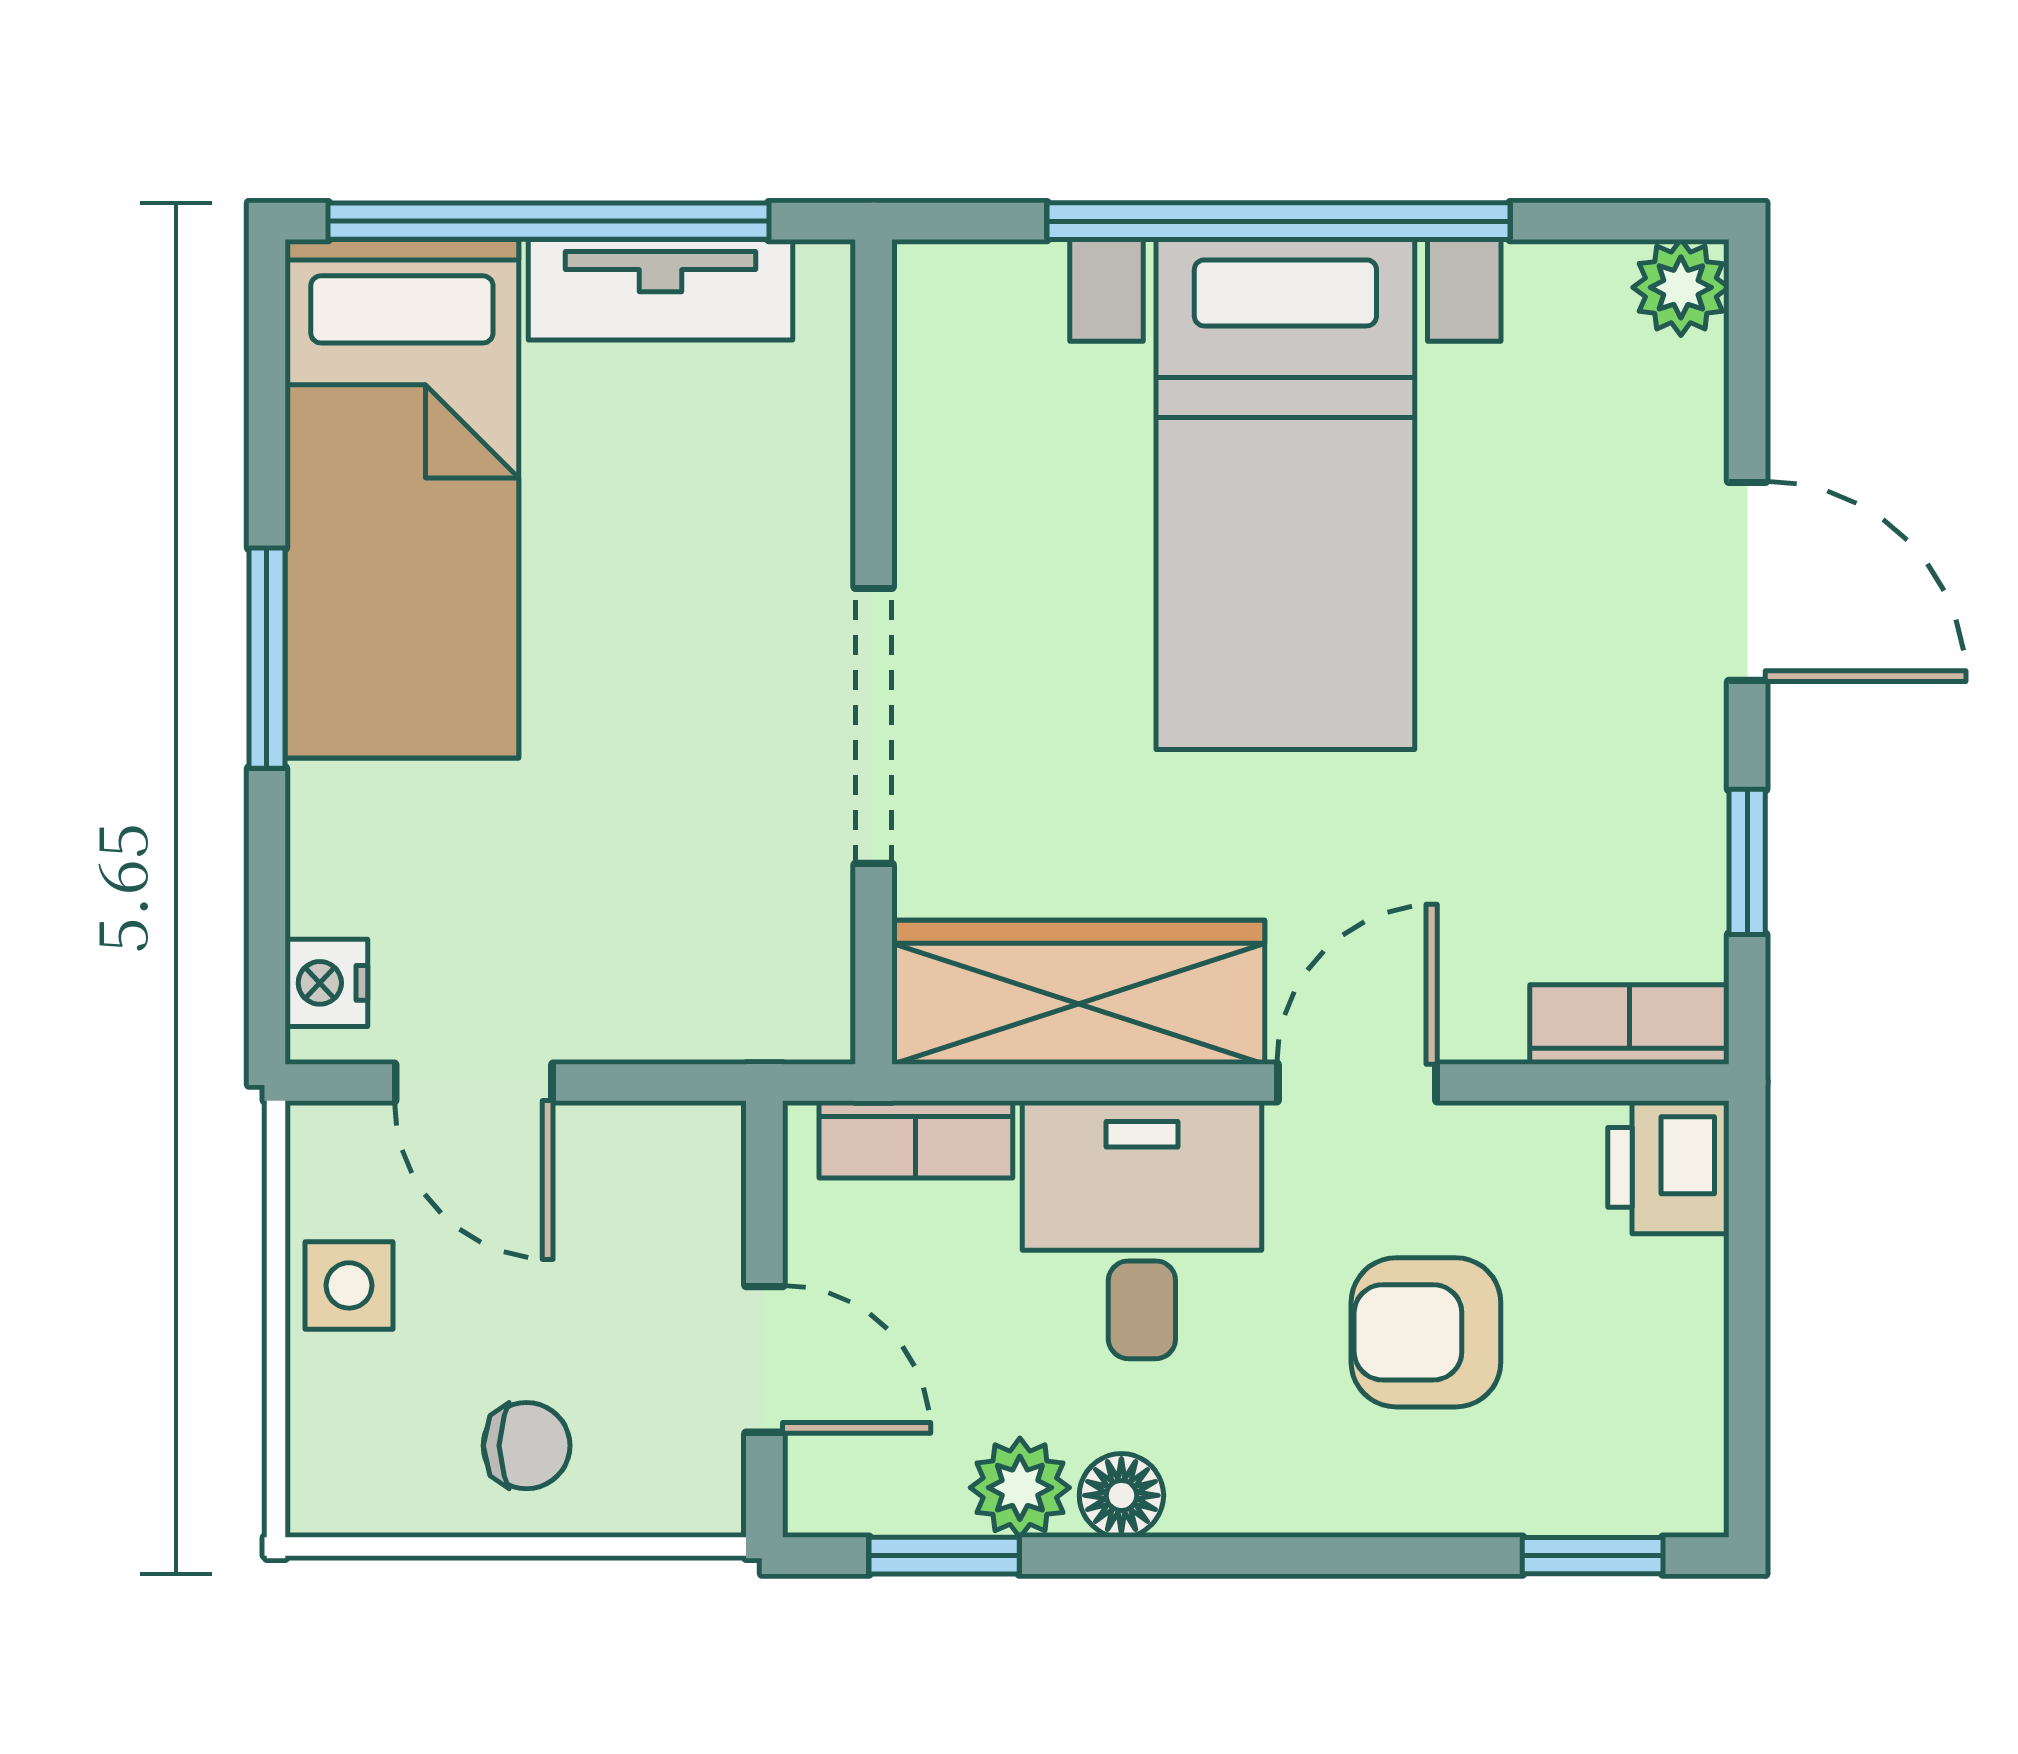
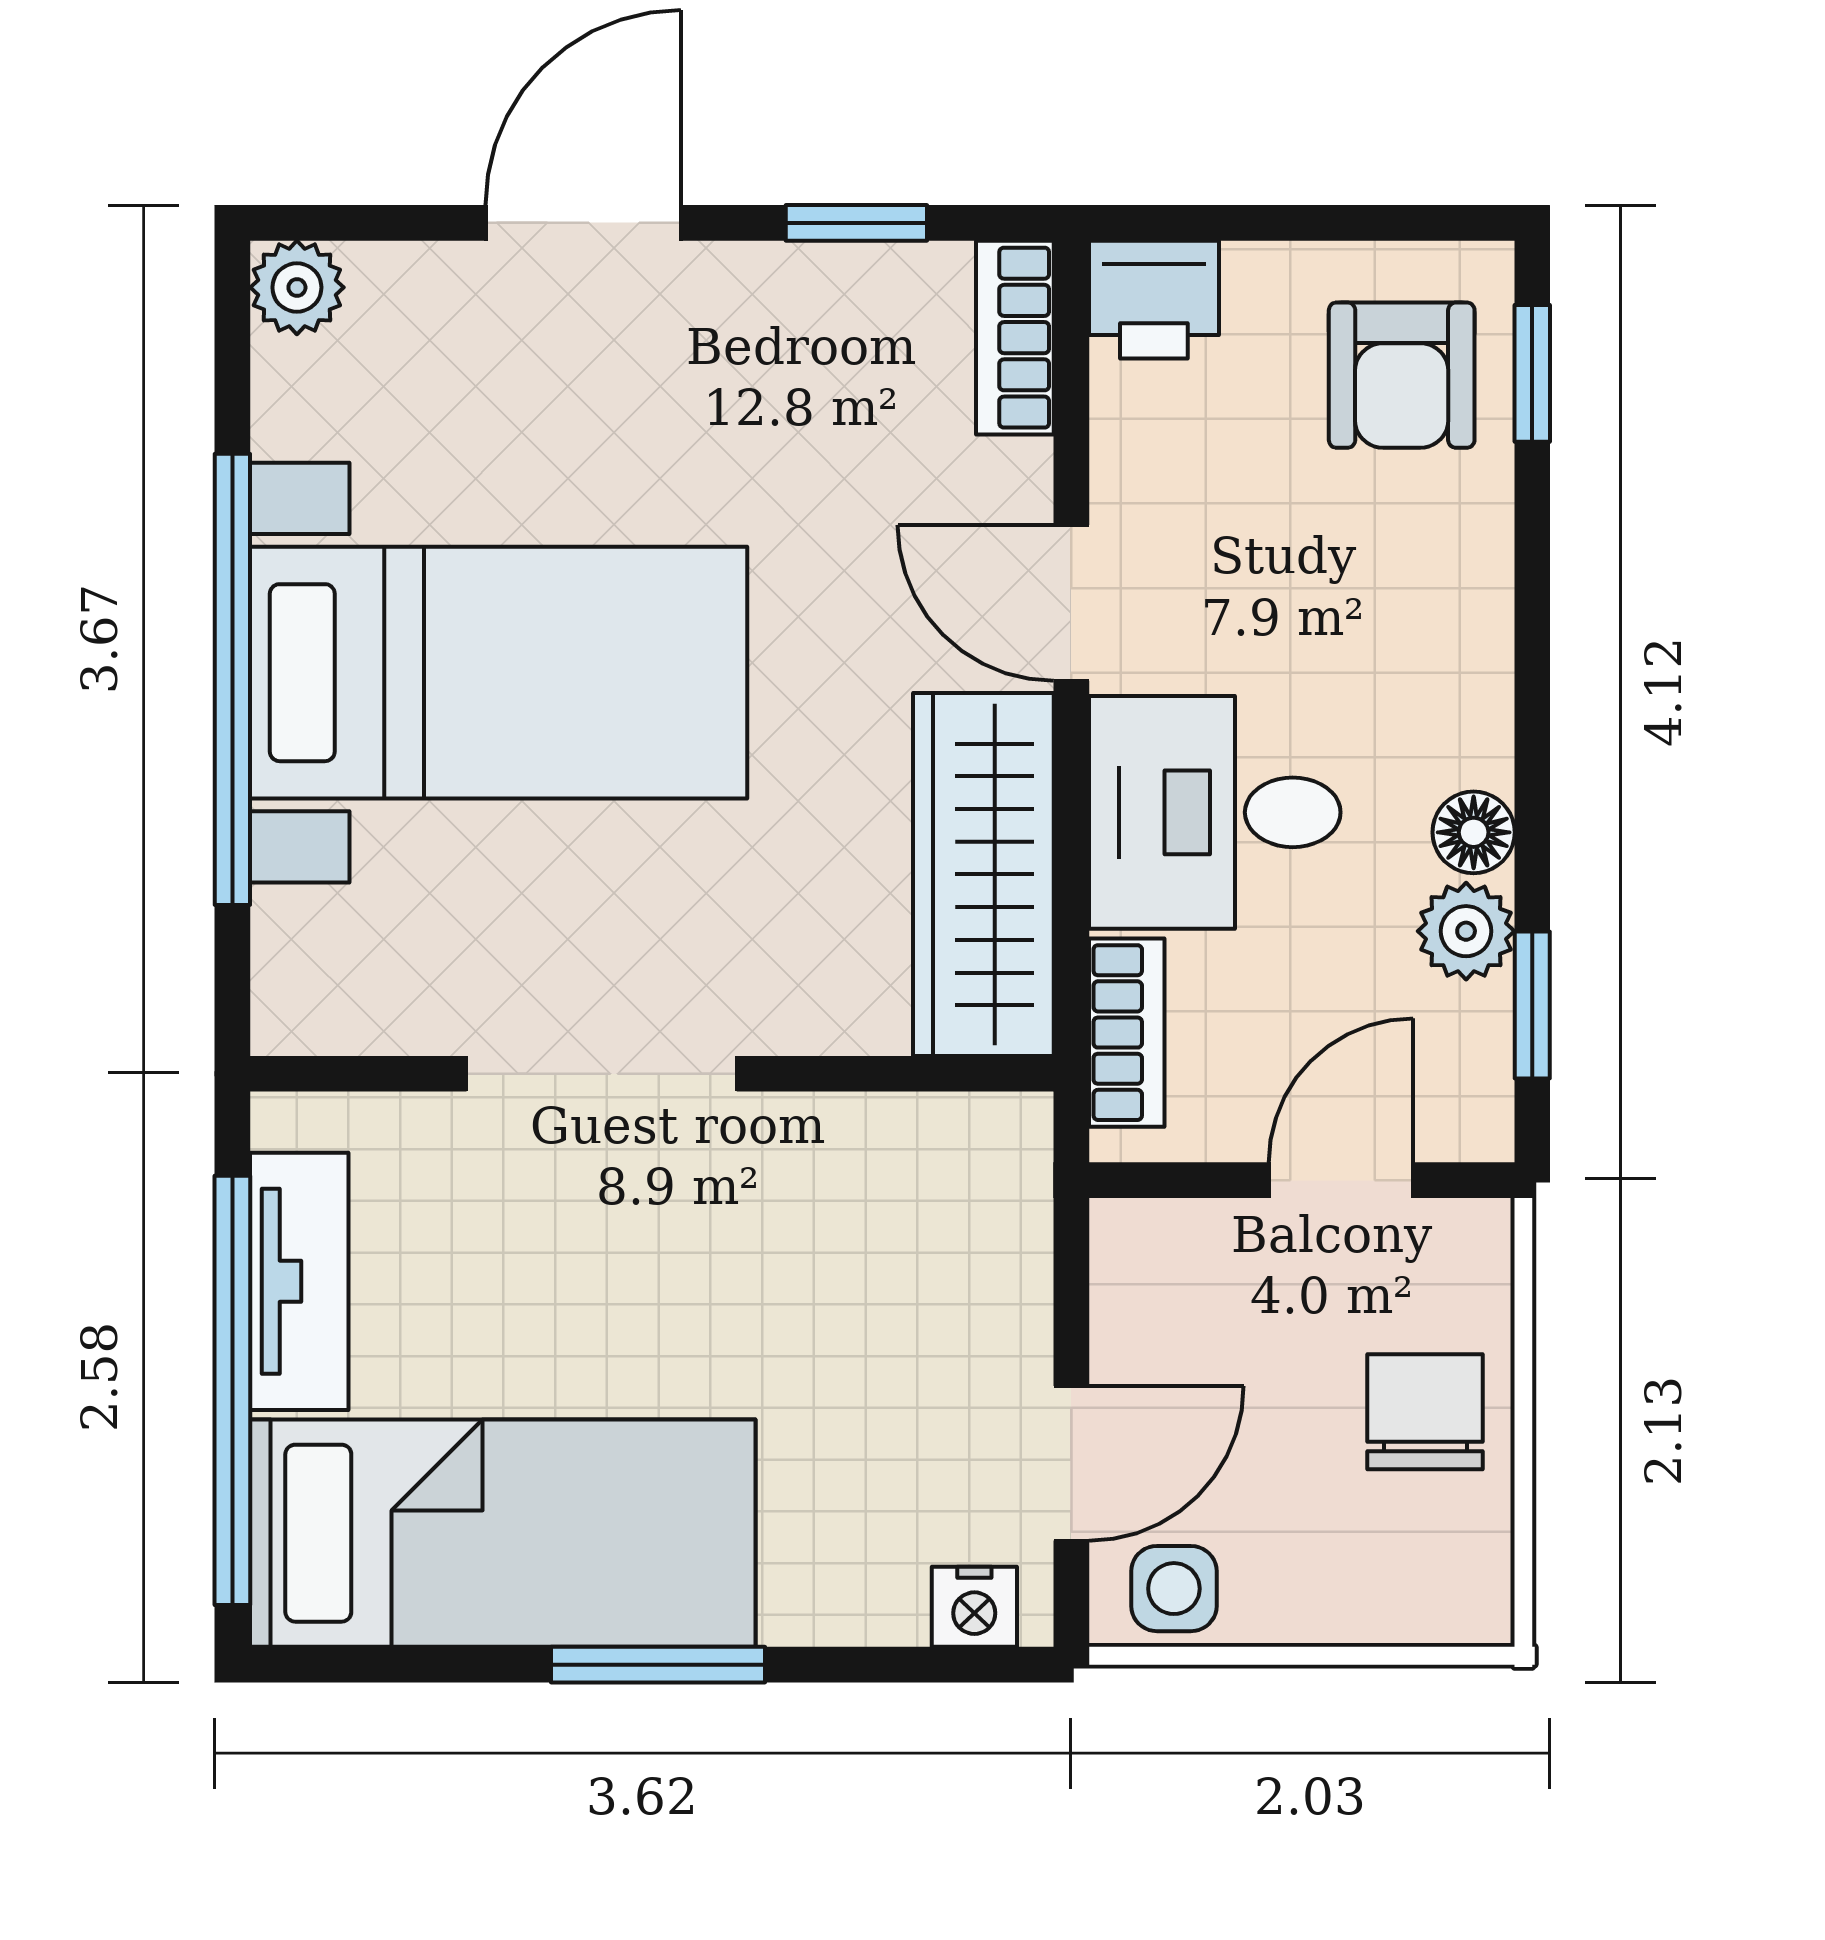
doorway: (874, 726) -> (602, 1074), moved
side table: (349, 1285) -> (1174, 1589), moved
armchair: (1426, 1332) -> (1402, 375), moved
chair: (527, 1446) -> (1425, 1412), width x1.37, depth x1.37

